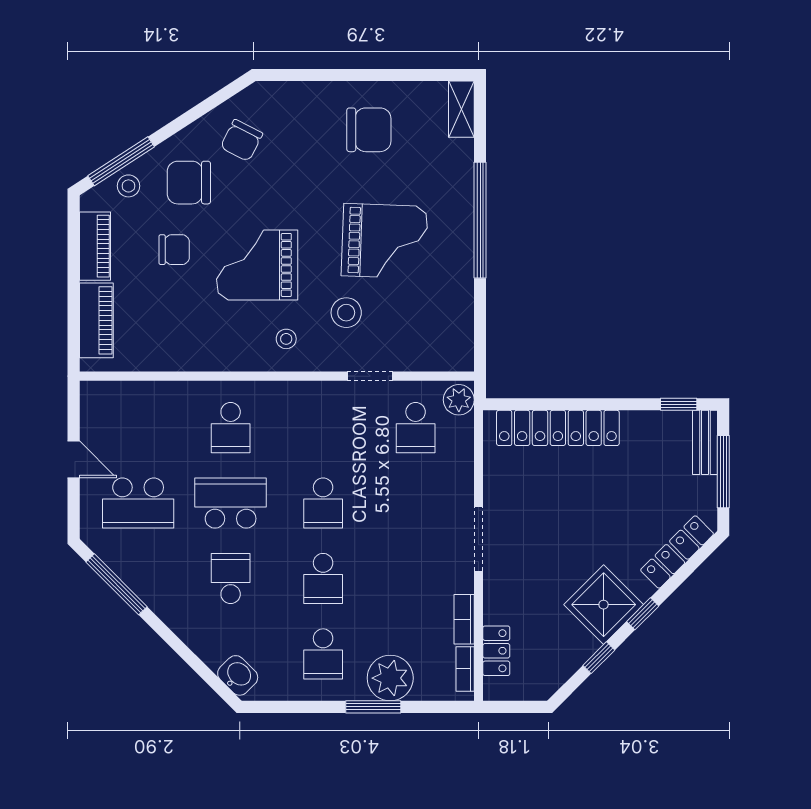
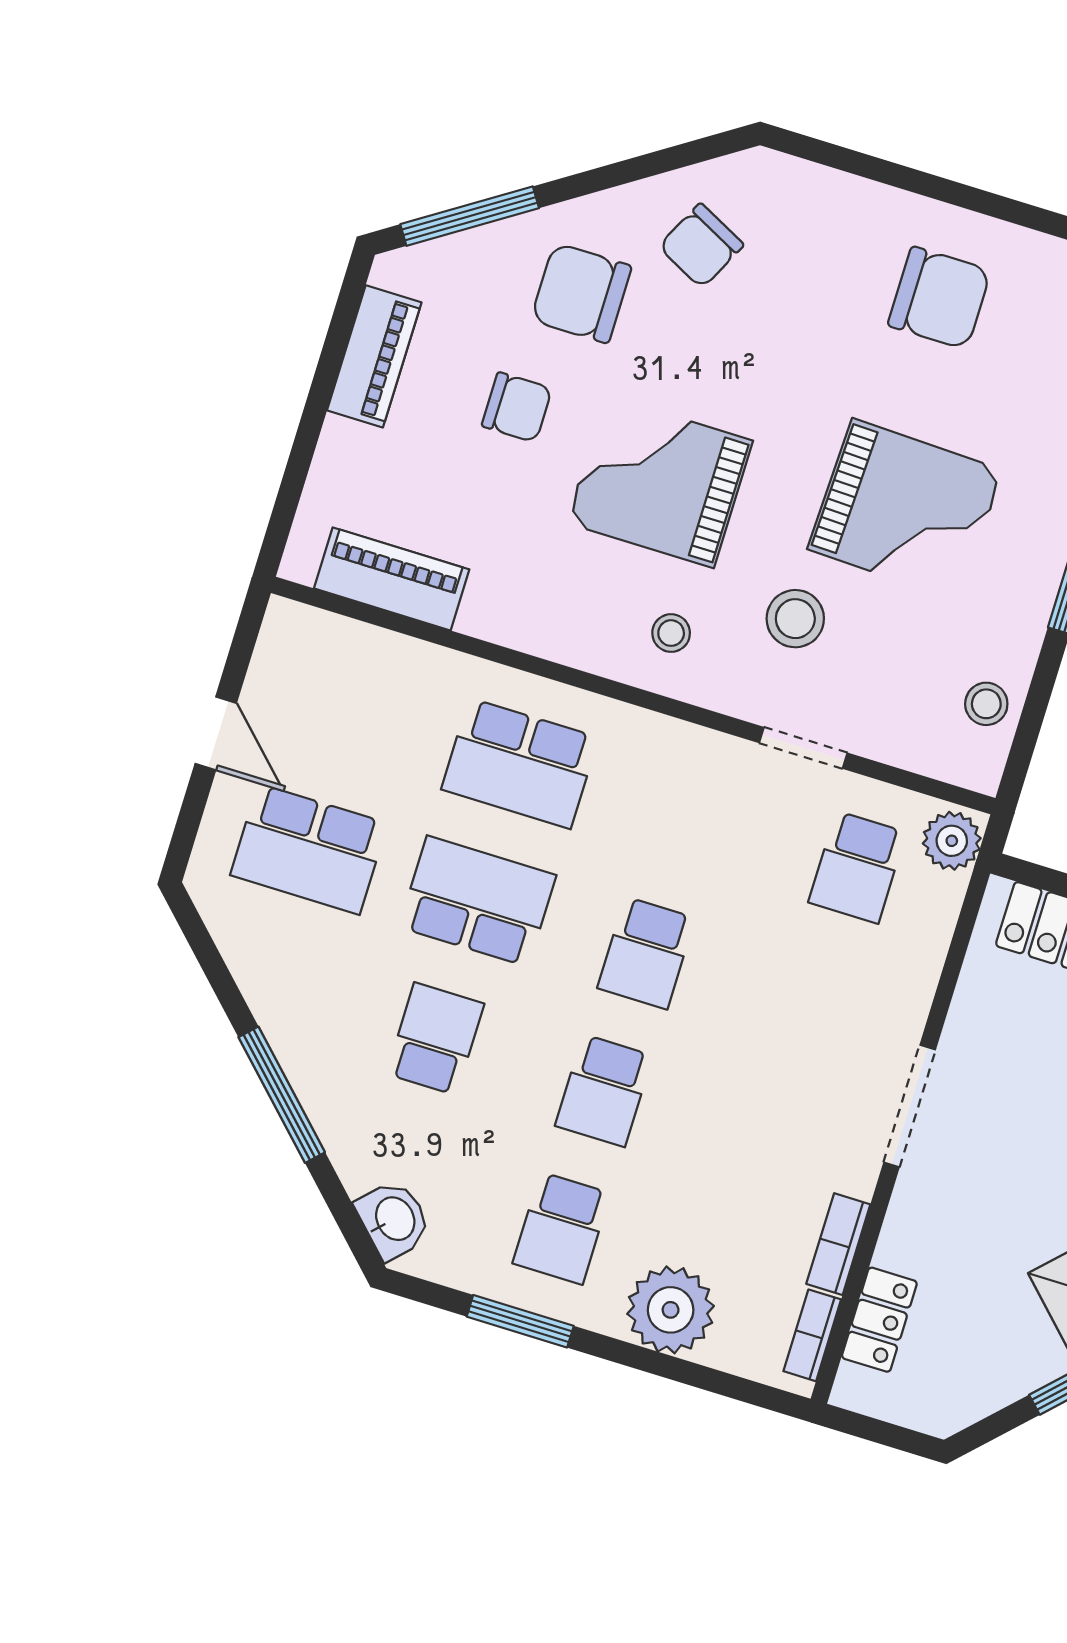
stool: (128, 186) -> (986, 704), moved
piano: (96, 320) -> (392, 579), moved, turned -90
school desk: (231, 428) -> (520, 763), width x1.85
window: (116, 584) -> (282, 1095), moved
window: (373, 707) -> (520, 1321), moved

